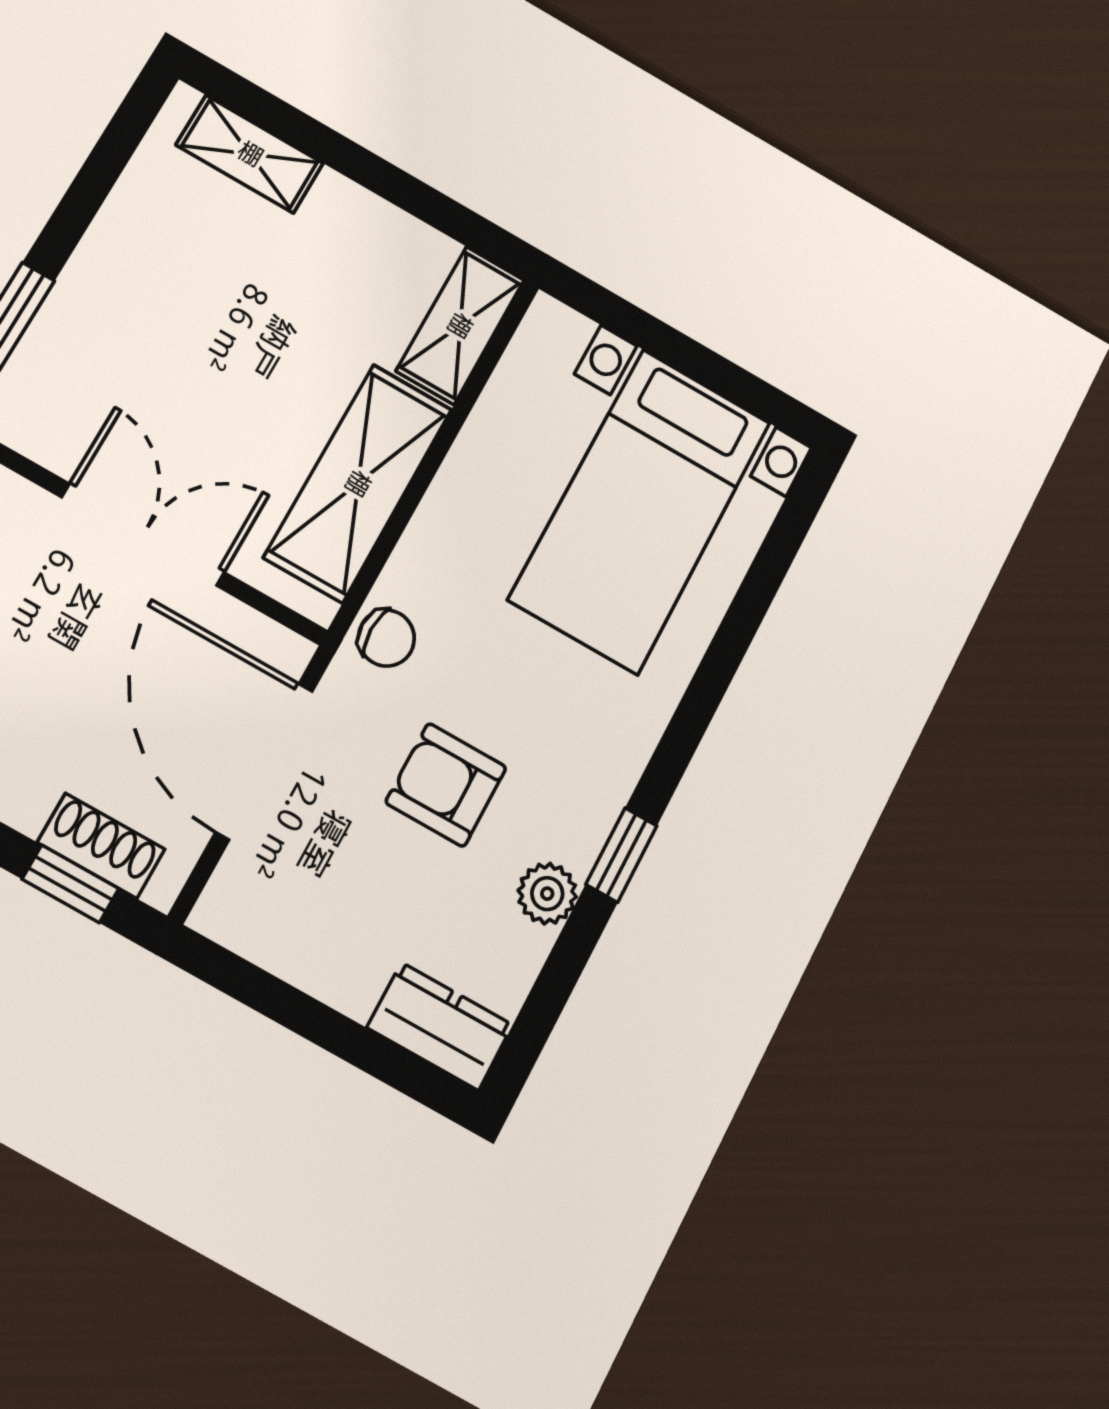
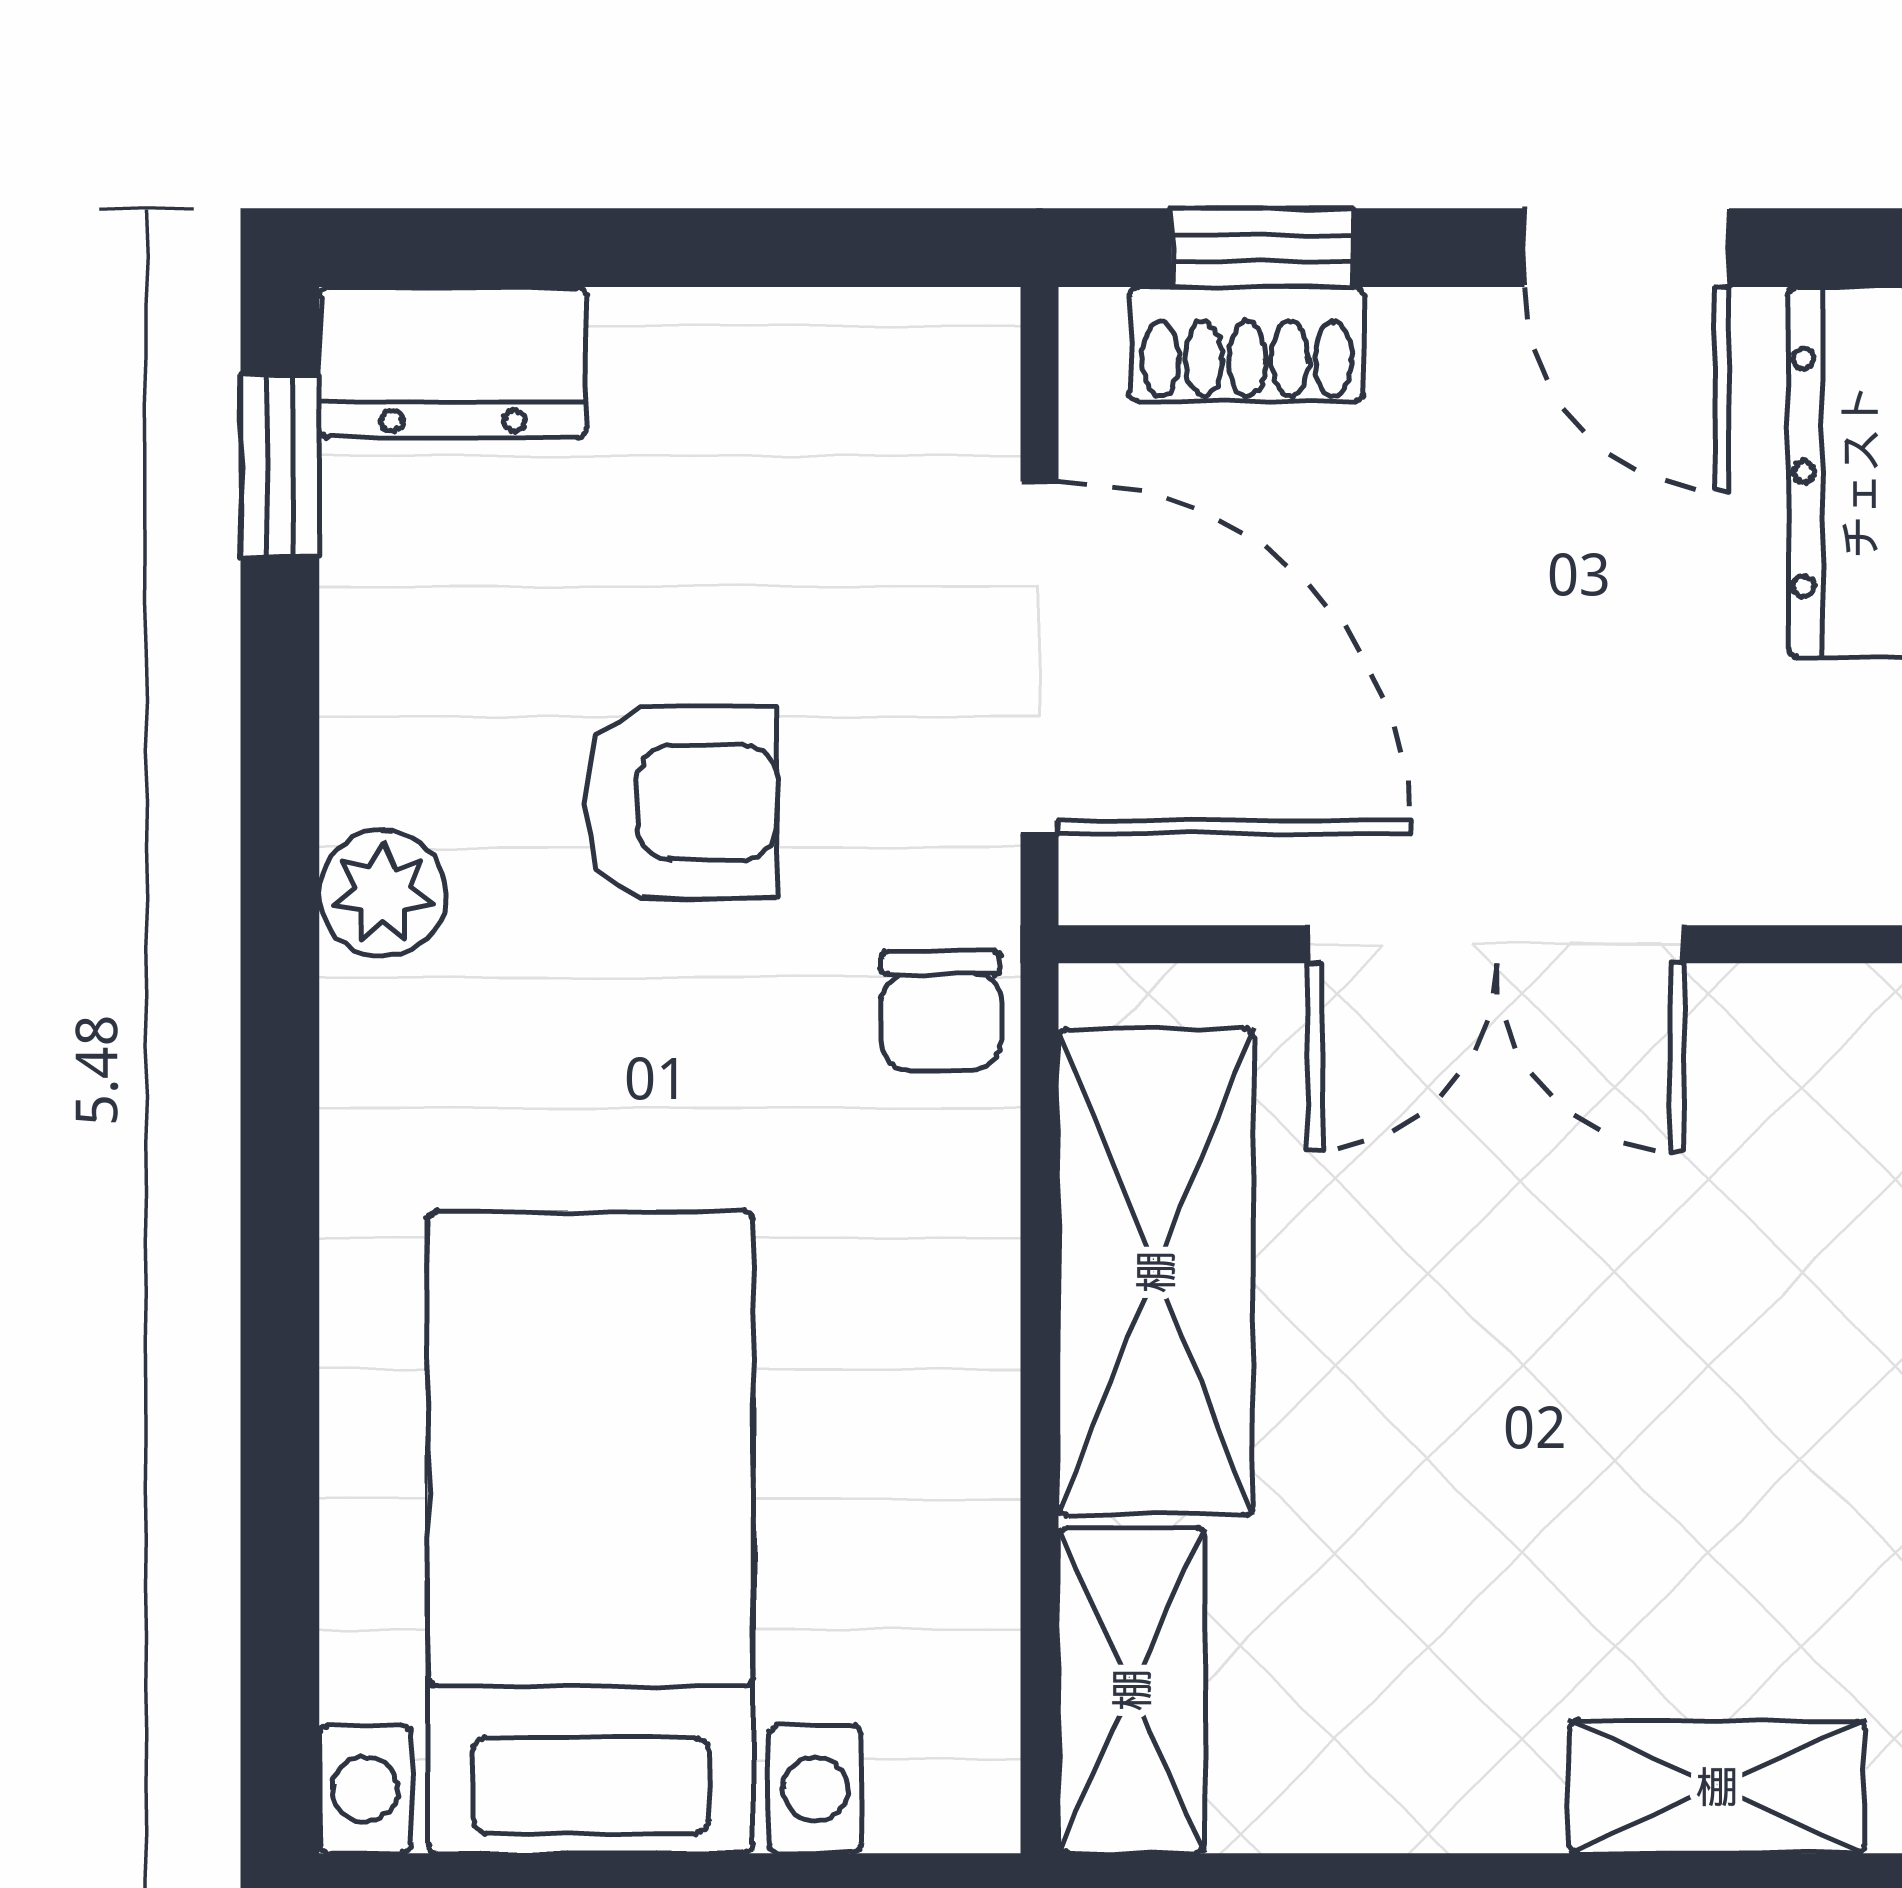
chair: (386, 638) -> (941, 1011), turned -90
window: (621, 855) -> (280, 466), moved
plant: (547, 894) -> (382, 893), moved

